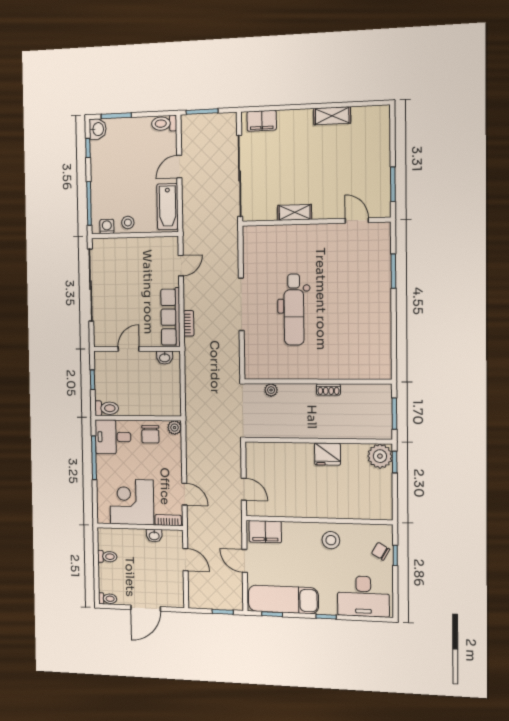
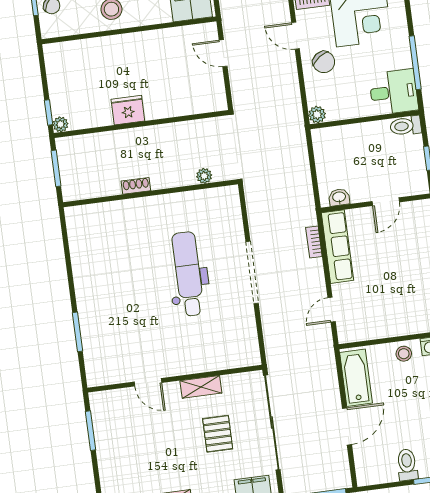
toilet: (164, 123) -> (407, 465), moved, turned -90
door: (179, 167) -> (347, 426), width x1.38
pallet: (285, 171) -> (218, 434), added
door: (357, 221) -> (148, 382), moved
chair: (150, 434) -> (324, 62), moved, turned 144
plant: (380, 456) -> (60, 124), width x0.53, depth x0.53

